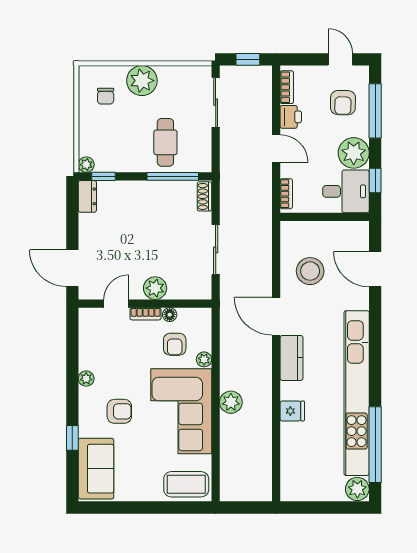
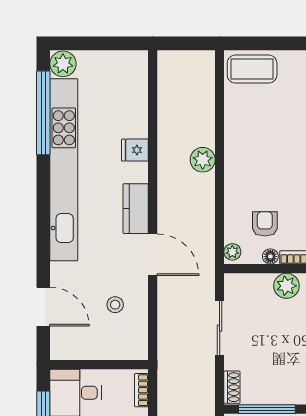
stool: (310, 271) -> (115, 305), width x0.53, depth x0.53
plant: (204, 359) -> (232, 252), moved
corner sofa: (181, 411) -> (258, 150), removed

